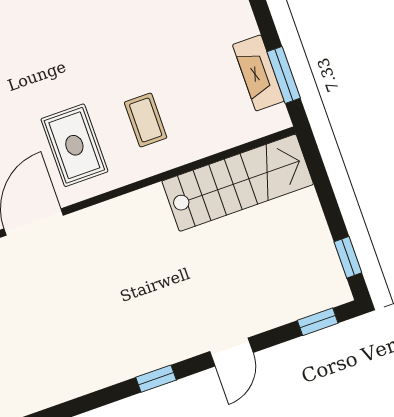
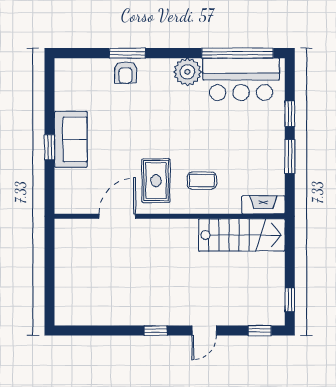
fireplace: (258, 73) -> (263, 205), moved, turned 90
window: (284, 75) -> (290, 157), moved
coffee table: (146, 120) -> (202, 181), turned 90

